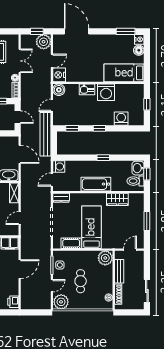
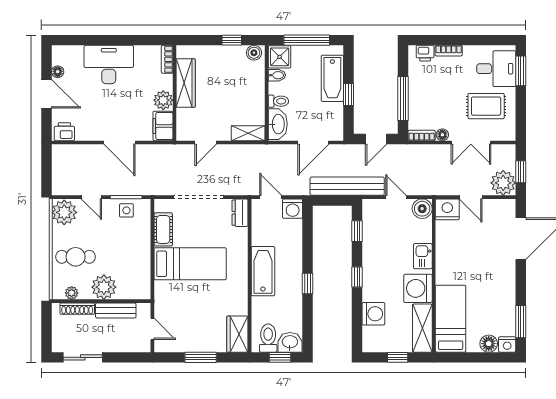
shelving: (130, 90) -> (422, 328), added
wardrobe: (117, 199) -> (237, 334), moved
door: (20, 218) -> (206, 142), swing flipped
plant: (105, 258) -> (104, 287), moved
cafe table: (81, 281) -> (76, 257), moved

